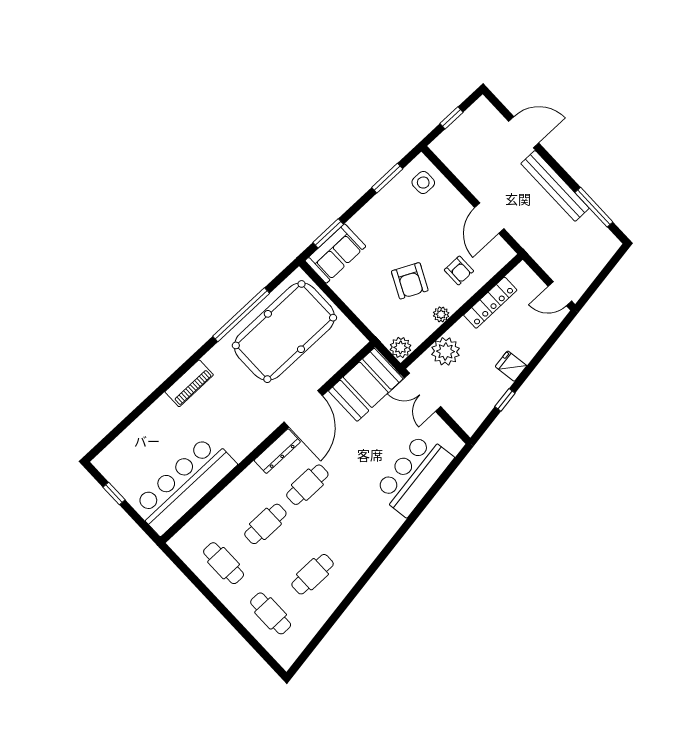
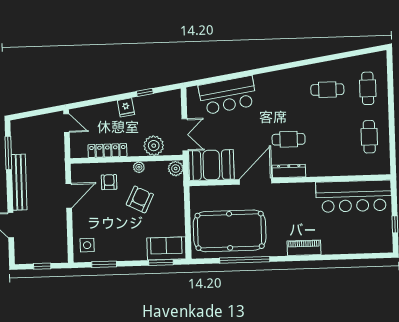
cafe table: (265, 524) -> (329, 138), removed

